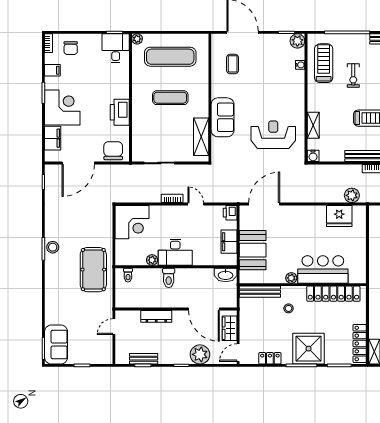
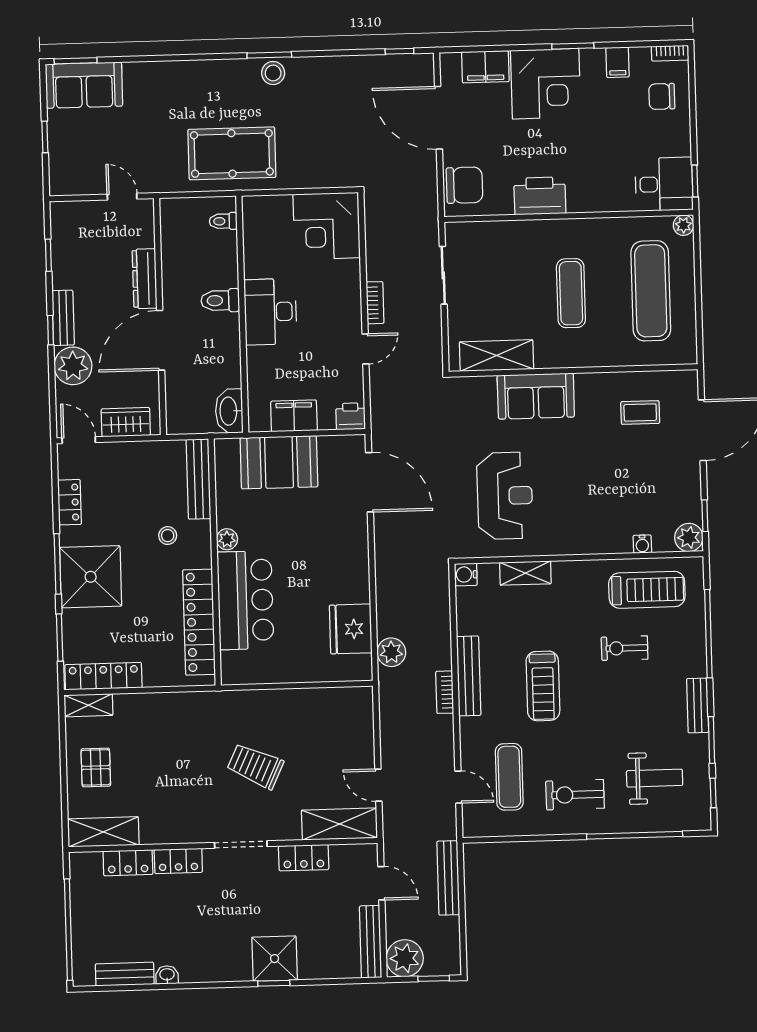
plant: (152, 260) -> (254, 267), removed
door: (204, 309) -> (161, 340), moved
bench: (144, 359) -> (63, 318), moved

